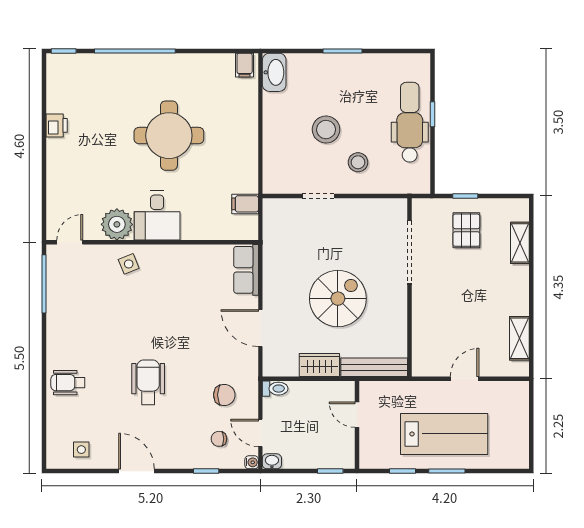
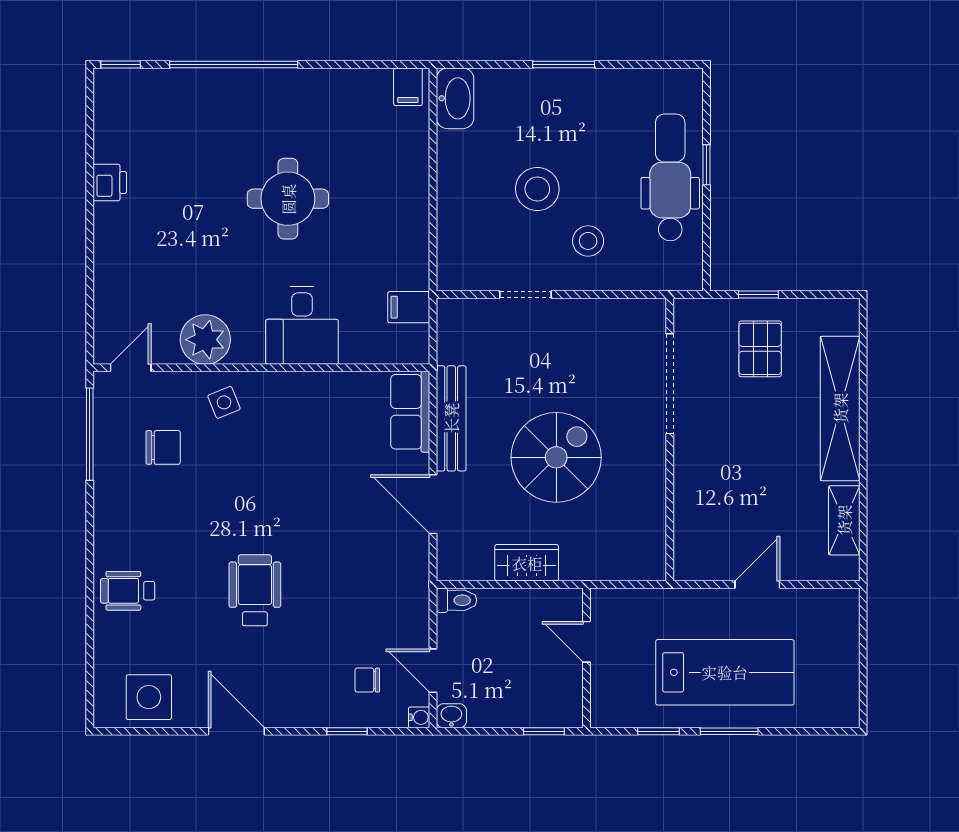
round table: (169, 136) -> (288, 199), width x0.73, depth x0.73
desk: (157, 215) -> (302, 325), moved
shelving: (520, 243) -> (840, 408), width x2.20, depth x1.33
bench: (374, 367) -> (451, 418), moved, turned 90
chair: (224, 395) -> (163, 447), moved
side table: (81, 450) -> (149, 697), width x1.87, depth x1.87

